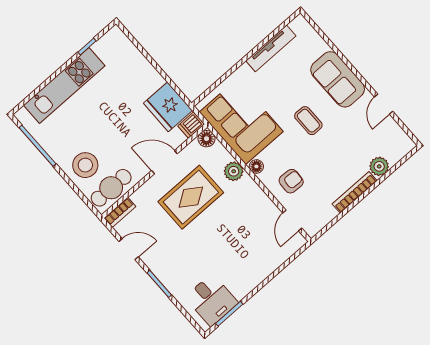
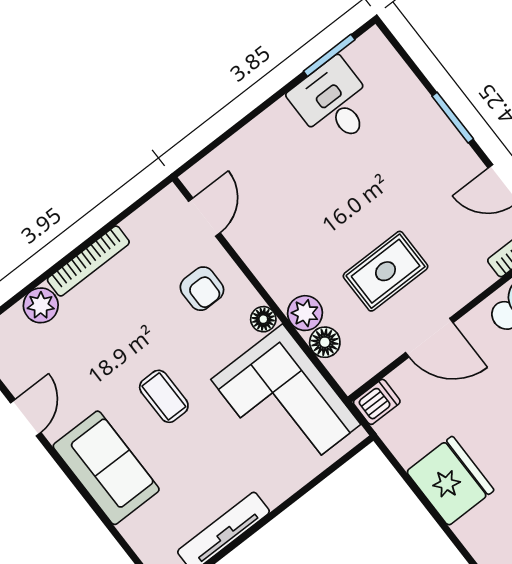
fridge: (168, 107) -> (450, 481), moved
floor lamp: (207, 139) -> (325, 342), moved
armchair: (291, 181) -> (202, 289), turned -93
rug: (191, 197) -> (386, 271), width x0.73, depth x0.70
desk: (211, 300) -> (334, 103), moved

